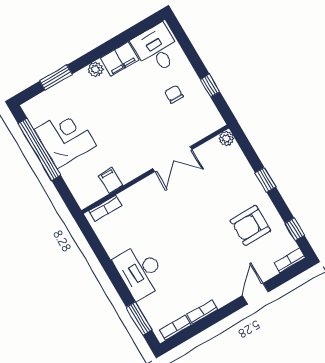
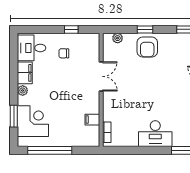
corner desk: (65, 138) -> (33, 121), moved, turned 90
plant: (226, 139) -> (118, 38), moved
armchair: (250, 225) -> (147, 47), moved

